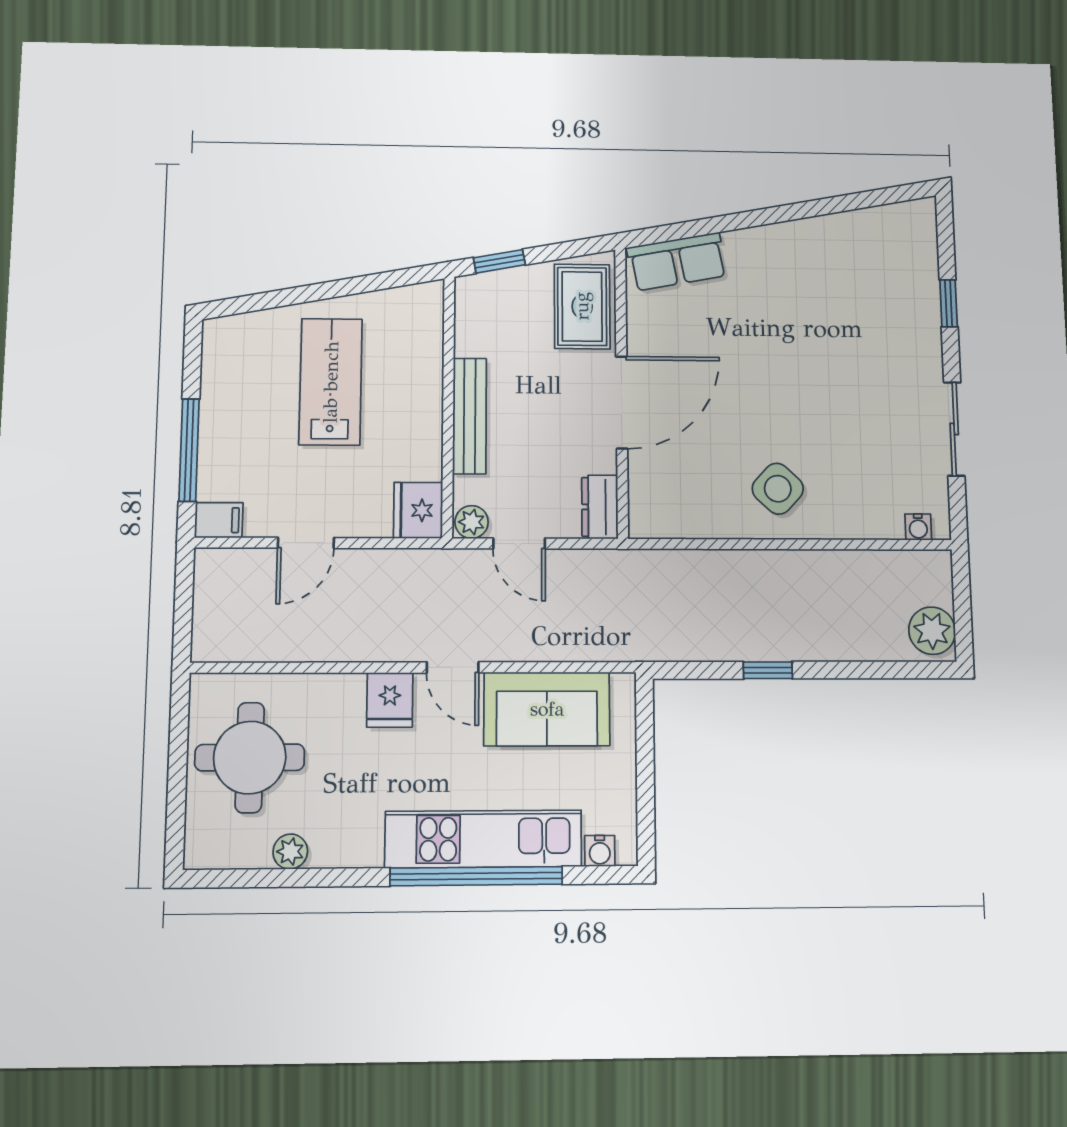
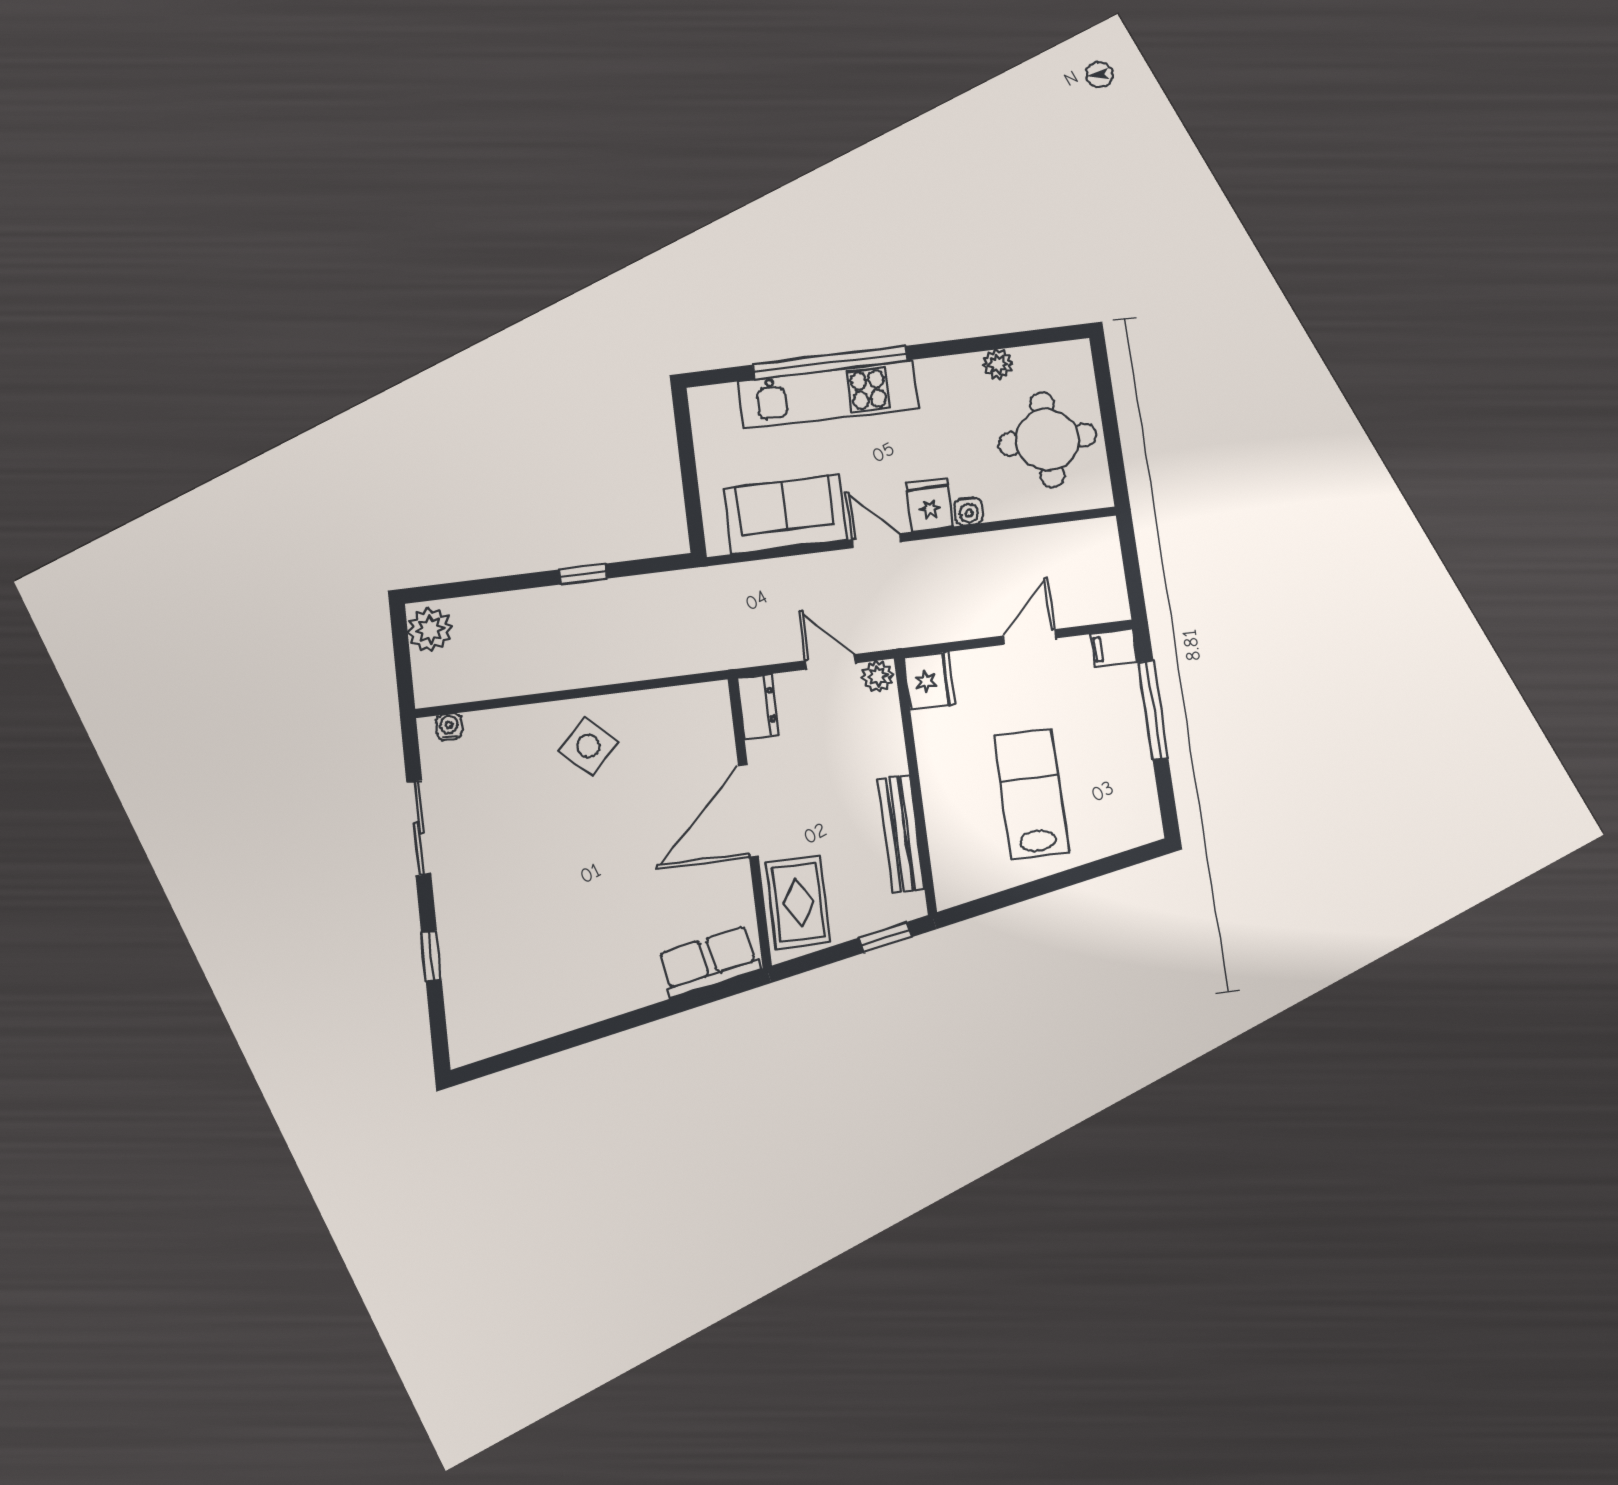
lab bench: (331, 382) -> (1031, 794), turned 180
bench: (470, 416) -> (901, 834), moved
water cooler: (600, 851) -> (969, 511), moved, turned 180

